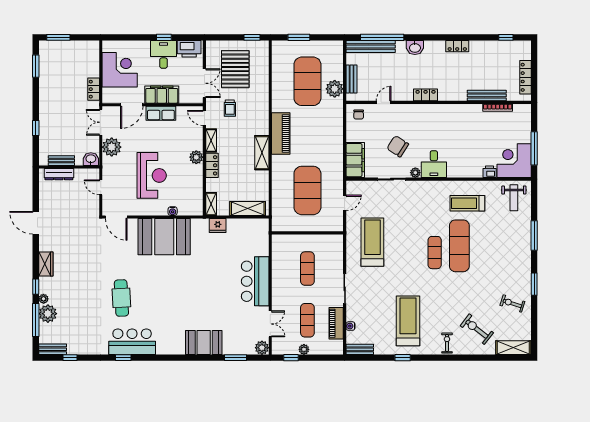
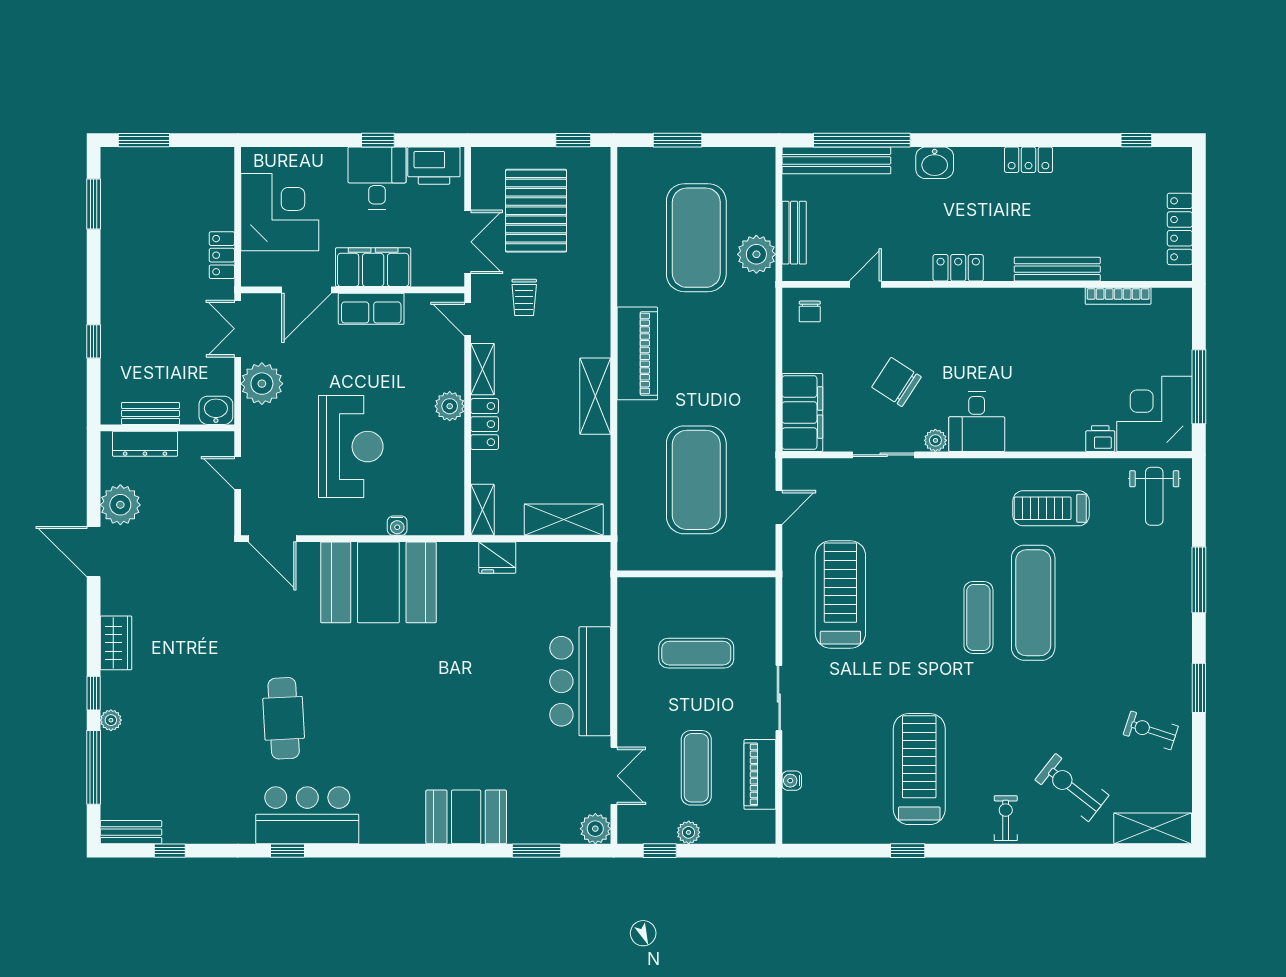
bench: (487, 95) -> (1057, 269), moved
exercise mat: (307, 269) -> (696, 653), turned 90
plant: (48, 314) -> (120, 505), moved
bench: (360, 349) -> (812, 832), removed

